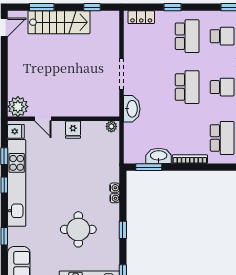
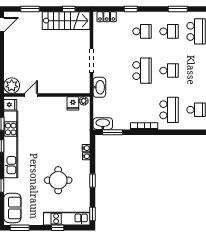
stairs: (59, 22) -> (66, 21), moved
school desk: (187, 36) -> (142, 31), width x0.54
door: (43, 119) -> (31, 95), swing flipped
fridge: (73, 130) -> (73, 103), moved
washbasin: (159, 156) -> (103, 124), moved

